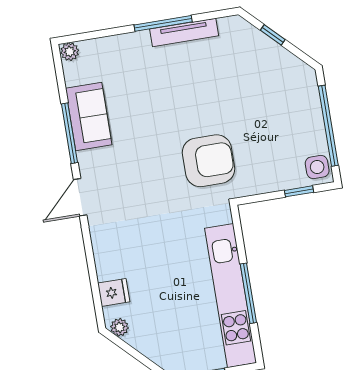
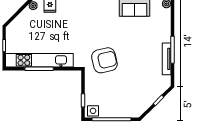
armchair: (209, 161) -> (104, 60), turned -103

